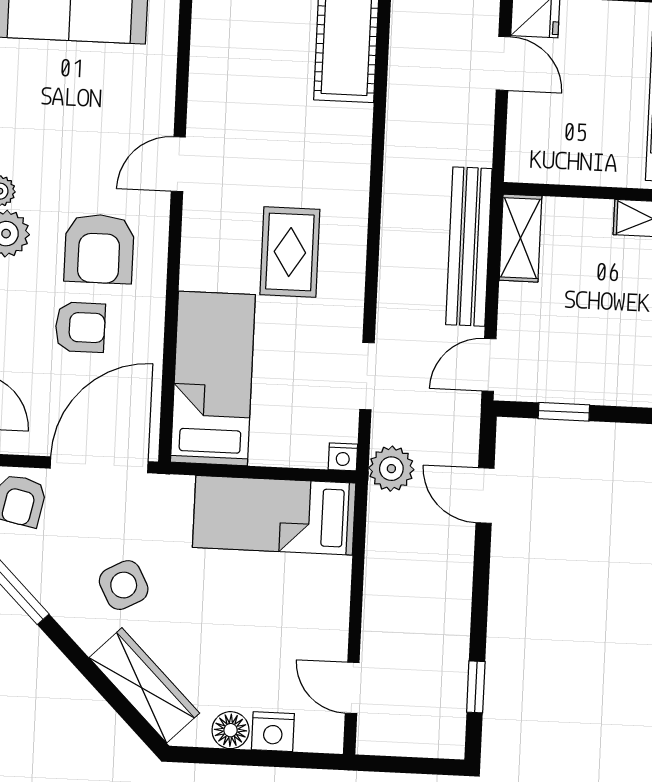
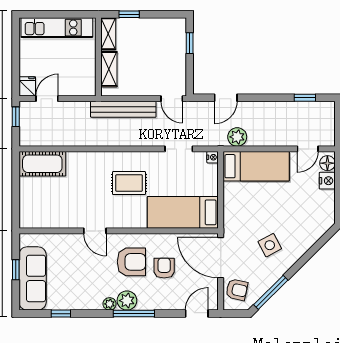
shelving: (521, 238) -> (109, 69), moved, turned 90
window: (564, 412) -> (190, 43), moved
plant: (391, 469) -> (237, 137), moved
bed: (274, 515) -> (256, 166), moved, turned -90
wardrobe: (144, 685) -> (311, 235), removed
floor lamp: (231, 730) -> (327, 163), moved

